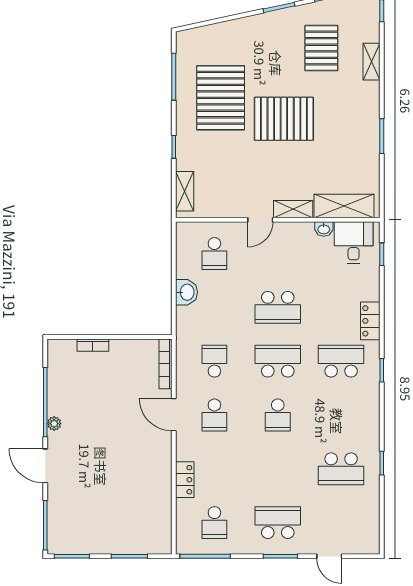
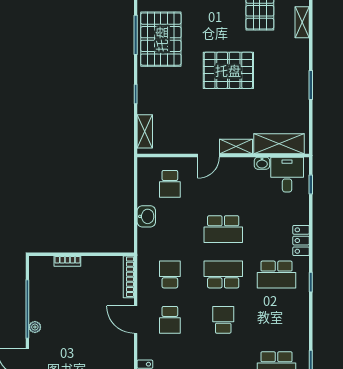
pallet: (221, 98) -> (161, 39), moved
school desk: (341, 361) -> (277, 274), turned 180
school desk: (278, 415) -> (223, 320), turned 180

